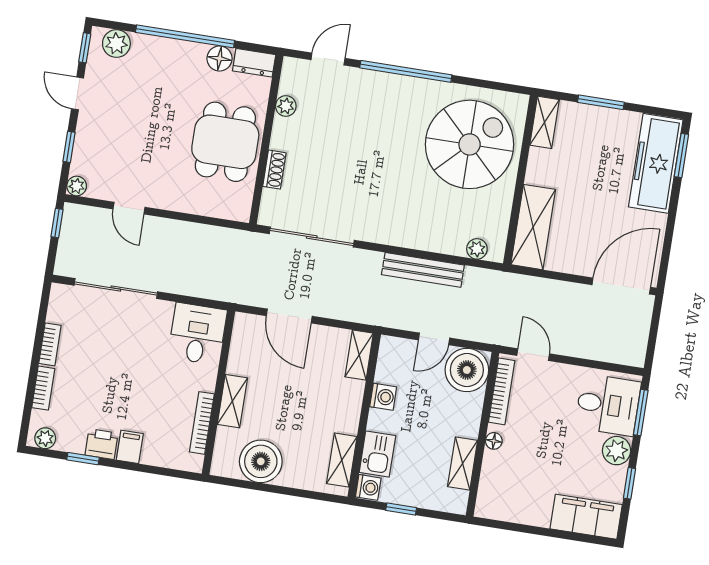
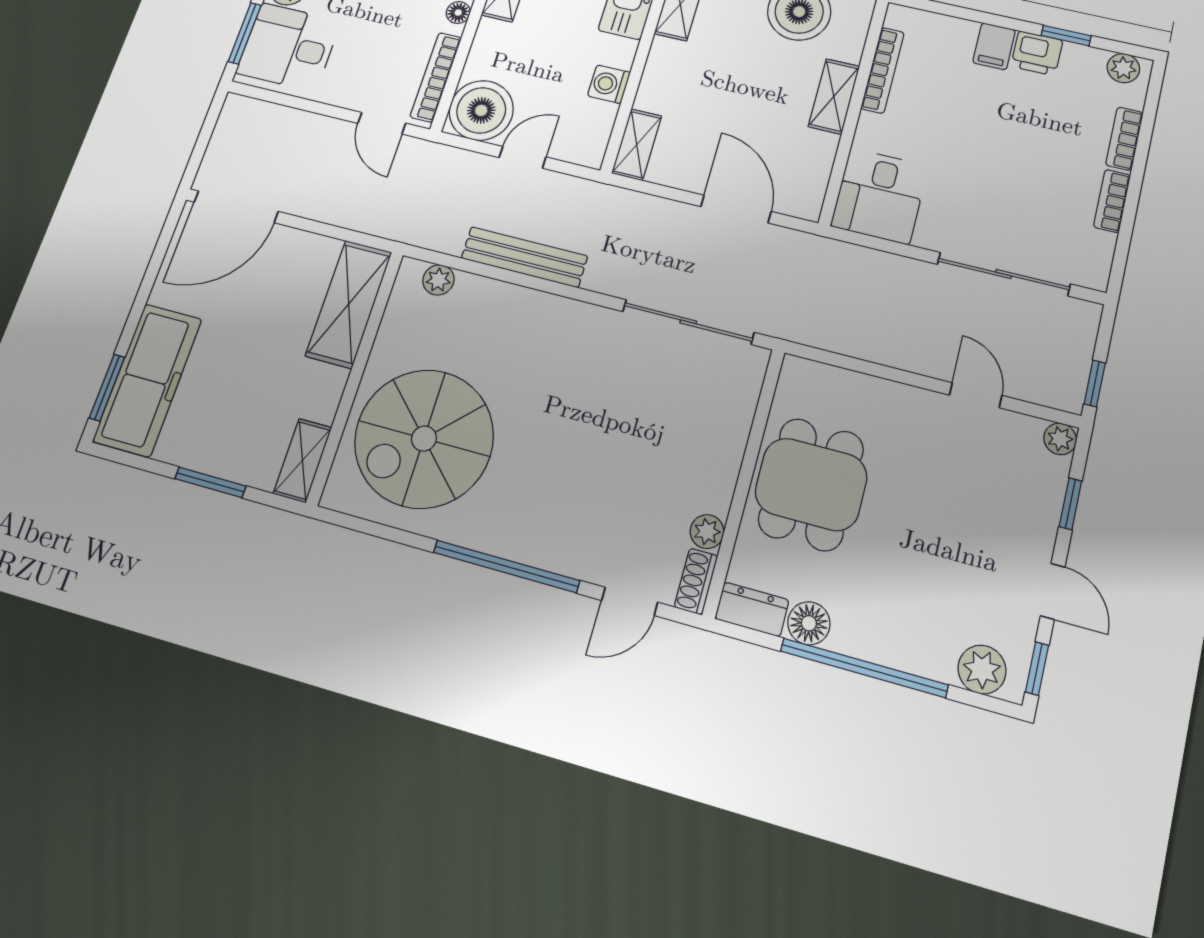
shoe rack: (274, 170) -> (696, 581), moved

